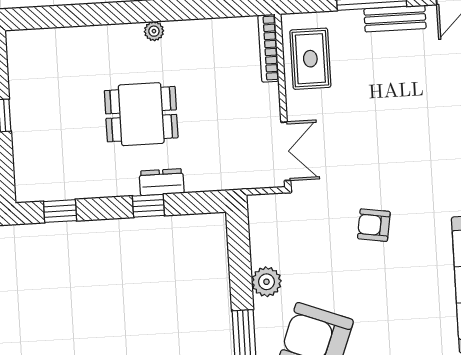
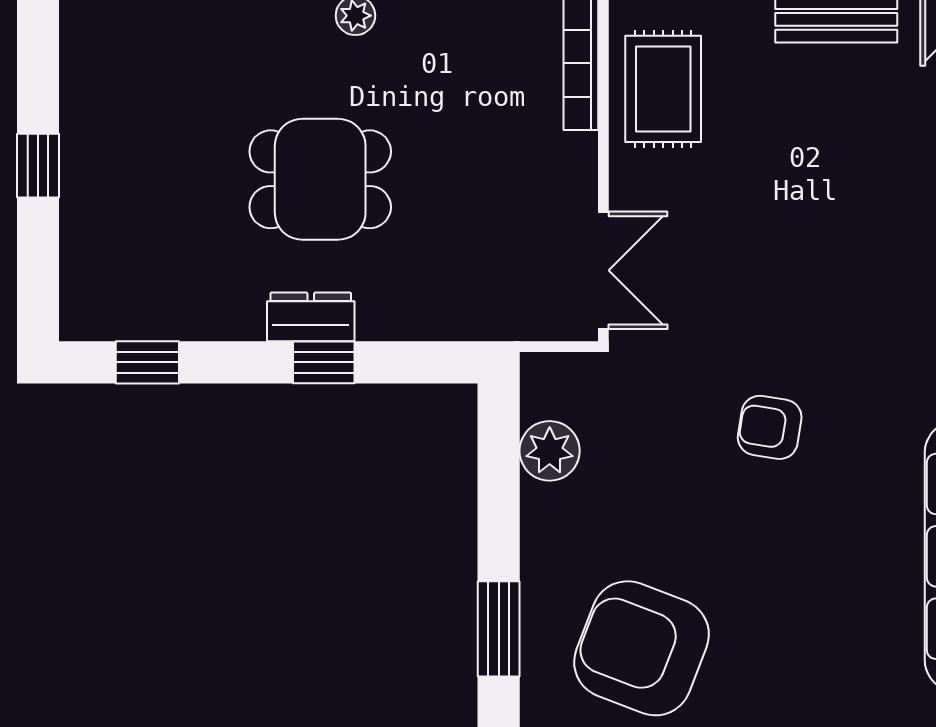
dresser: (162, 182) -> (311, 317), moved
plant: (266, 282) -> (550, 451), moved

